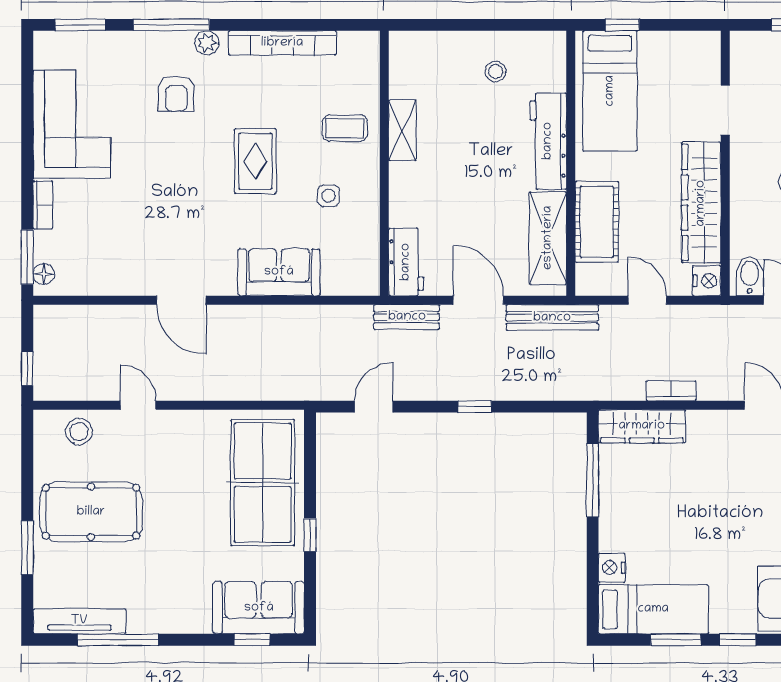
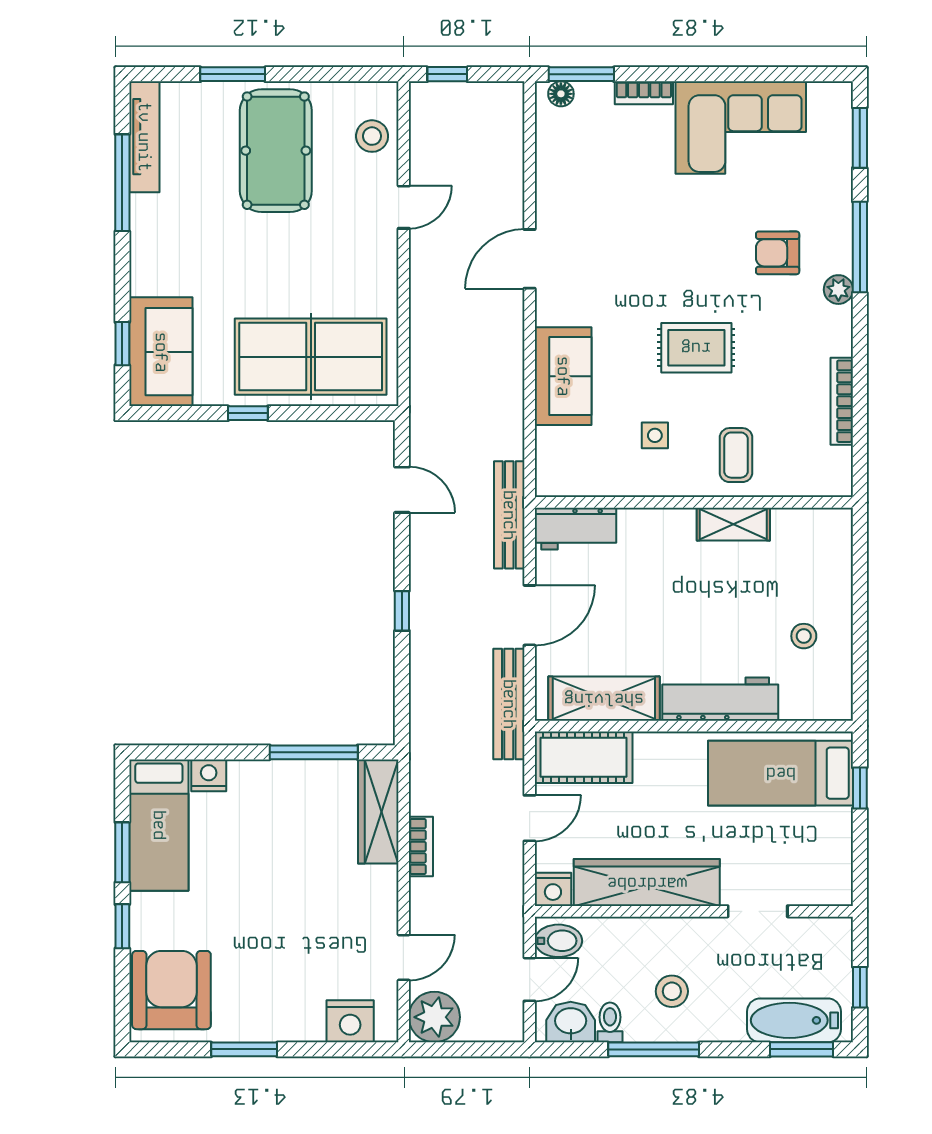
bookcase: (282, 43) -> (842, 401), width x0.68, depth x0.76
cot: (597, 222) -> (584, 757), moved
bench: (407, 317) -> (509, 515), width x1.36

